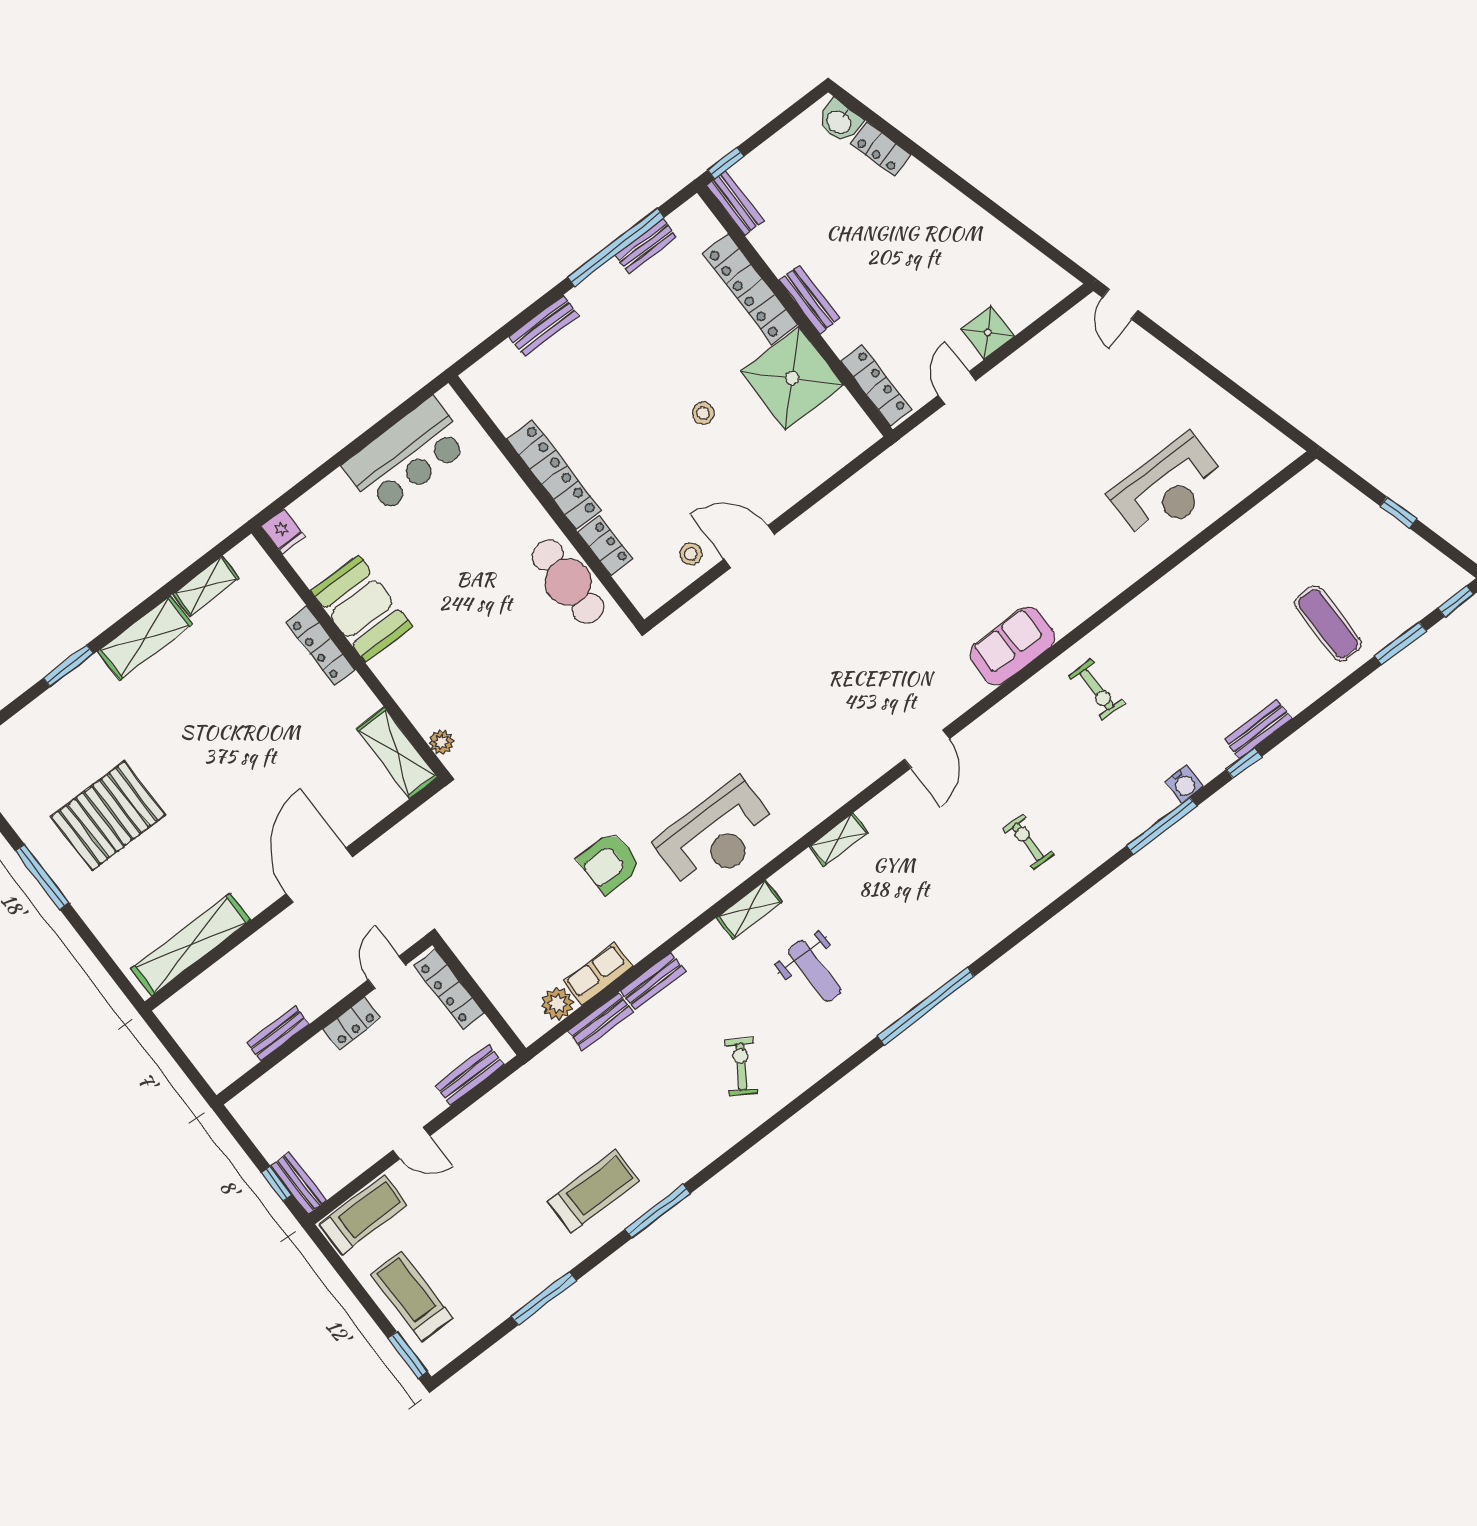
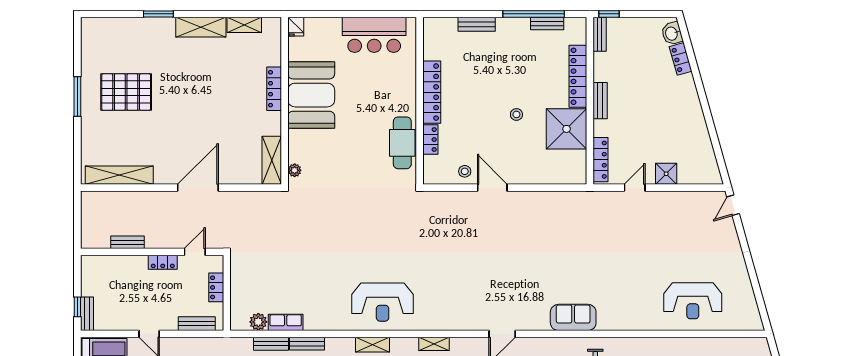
booth: (362, 609) -> (311, 95), width x1.36, depth x1.42
armchair: (609, 863) -> (327, 278), removed
locker: (449, 989) -> (216, 287), width x0.66

